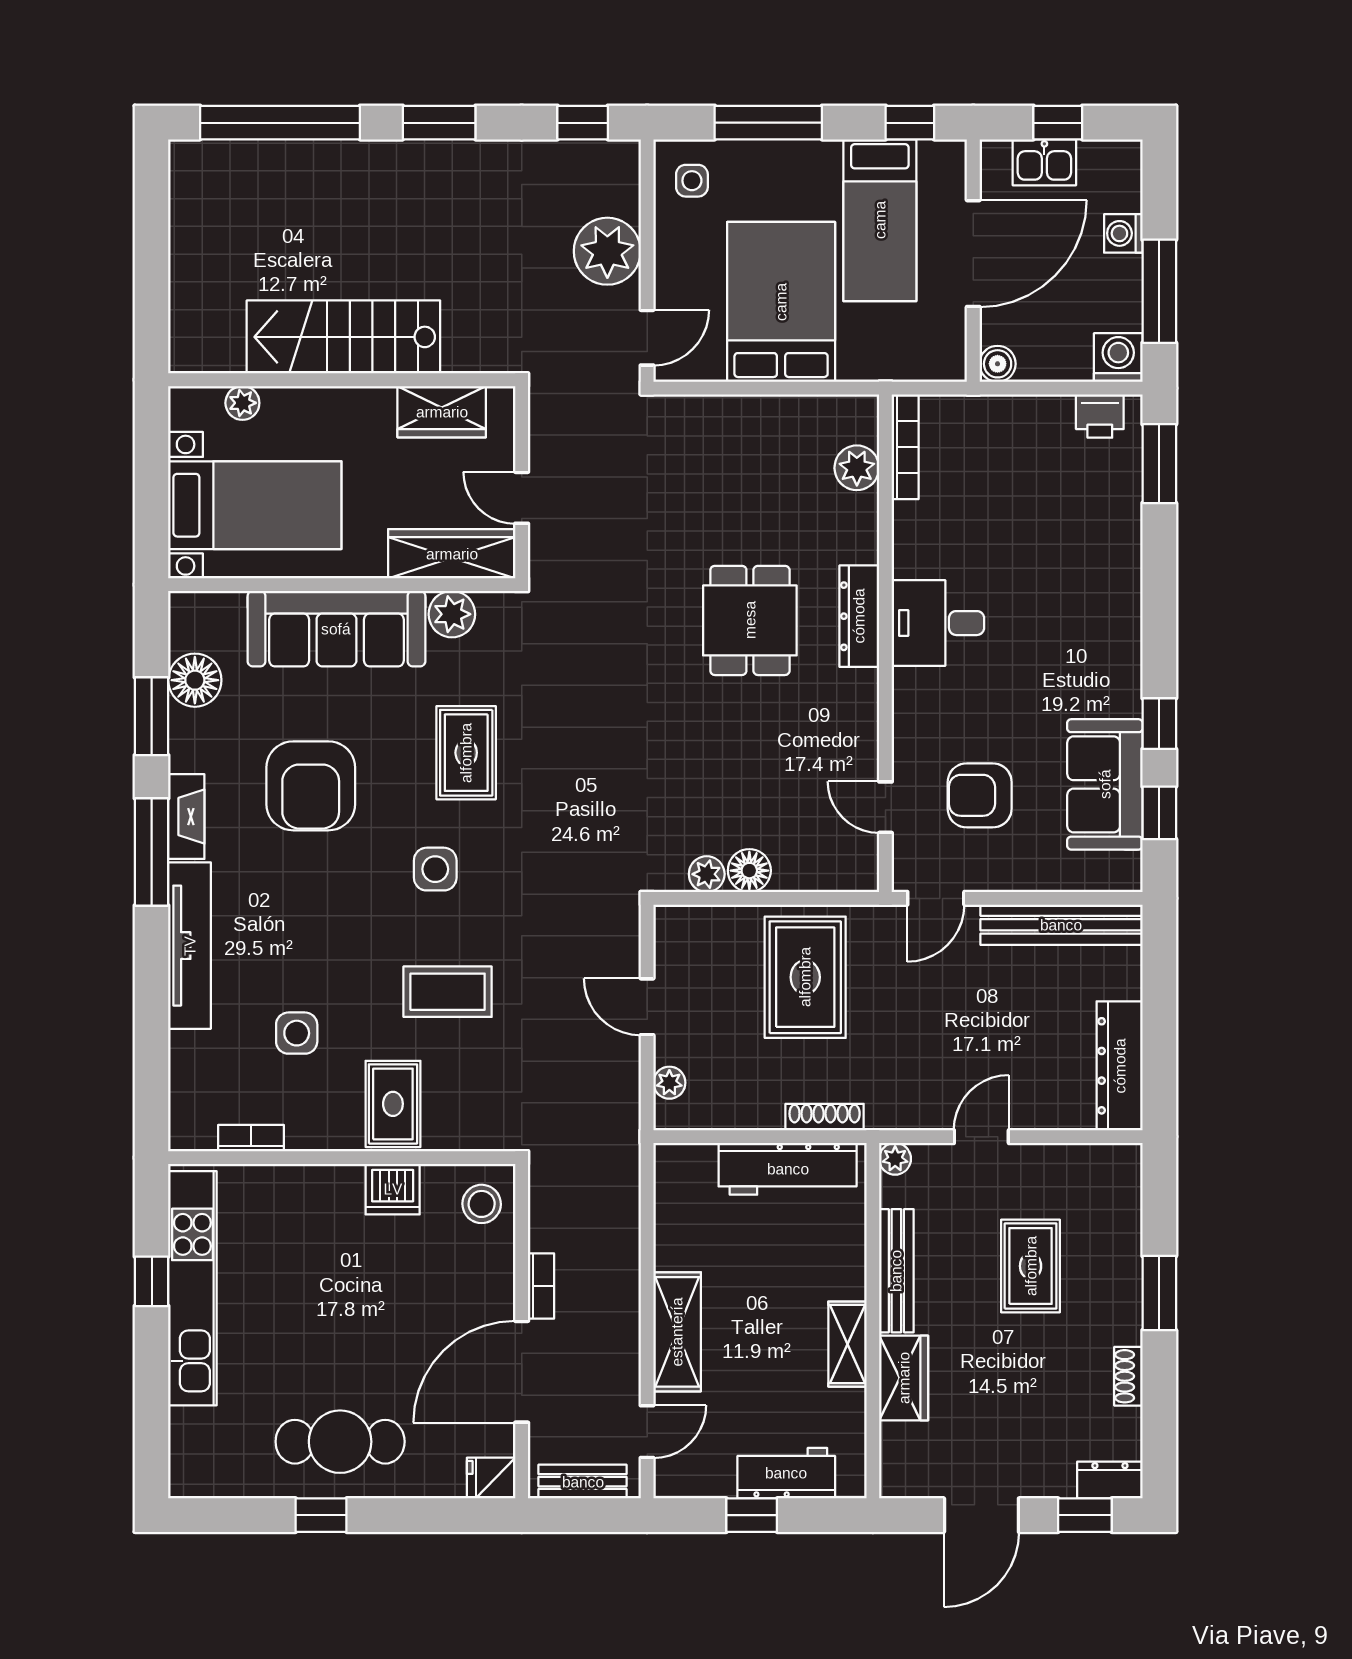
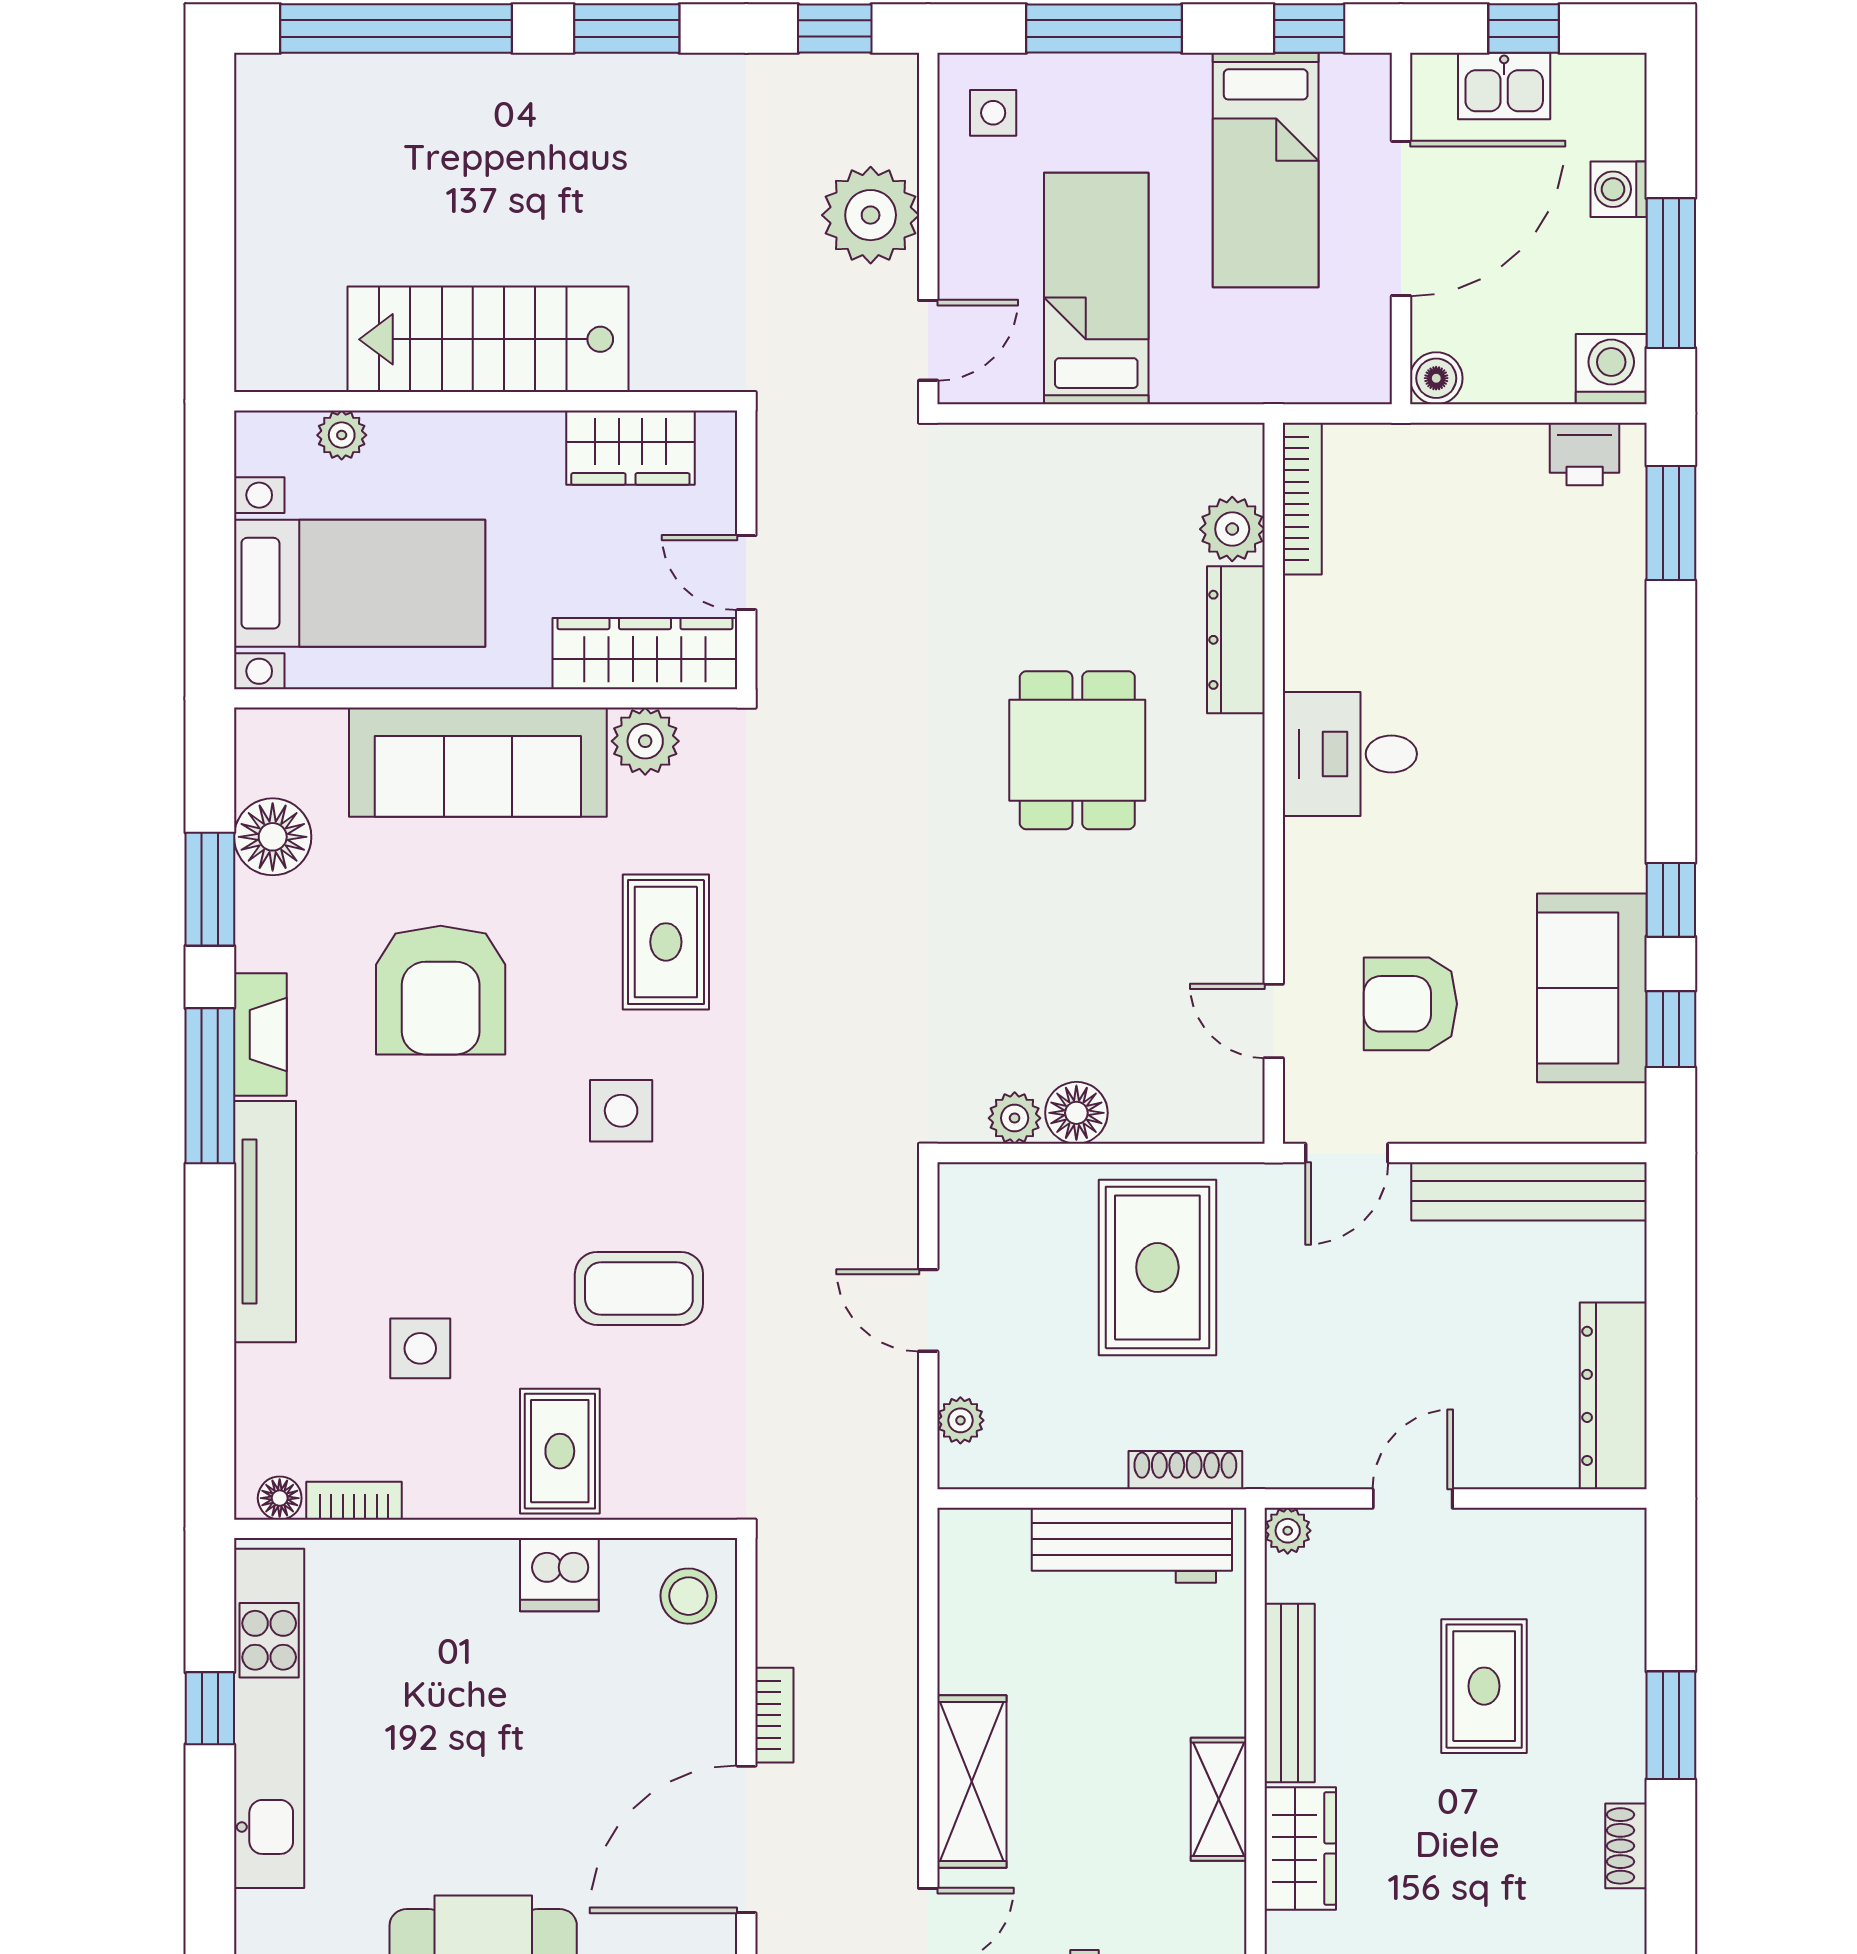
bed: (781, 302) -> (1096, 288), width x0.67
dresser: (859, 616) -> (1236, 640), moved
floor lamp: (200, 1136) -> (280, 1498), added

